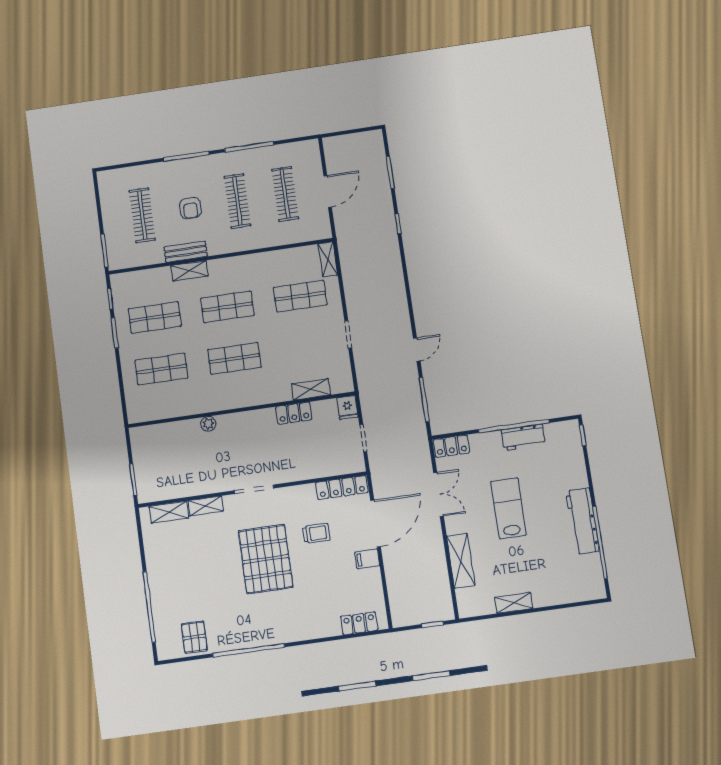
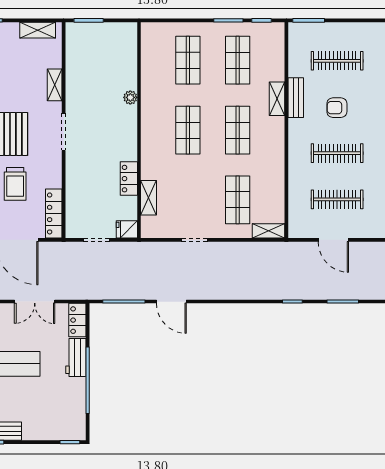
door: (417, 350) -> (171, 302), width x1.37
workbench: (523, 437) -> (76, 358), moved
shelving: (169, 512) -> (38, 30), moved, turned 90
trolley: (316, 533) -> (15, 184), width x1.36, depth x1.39

